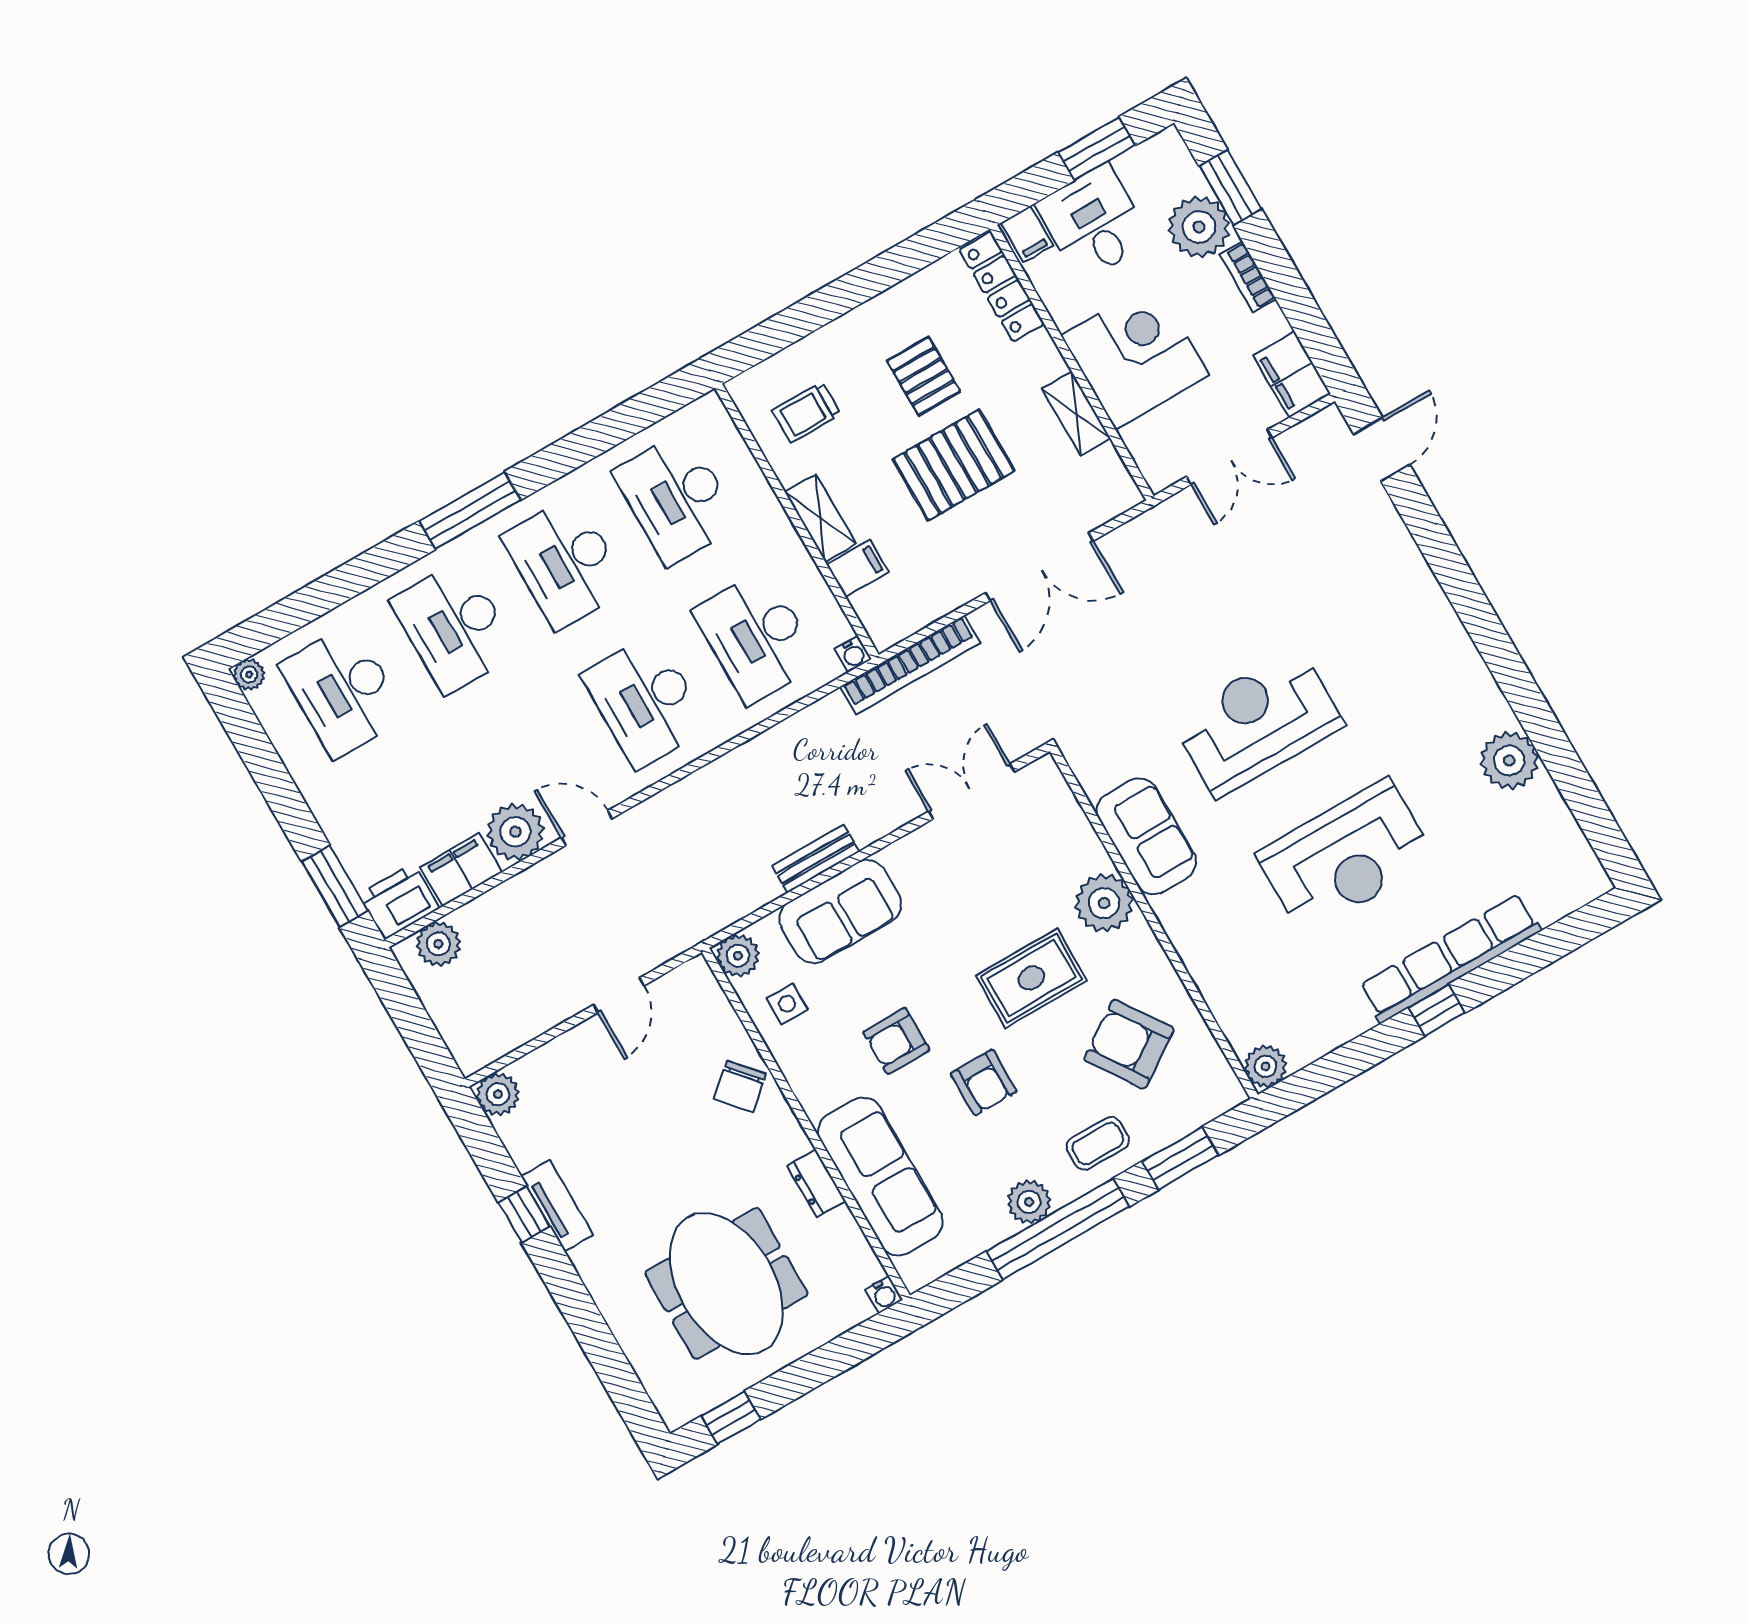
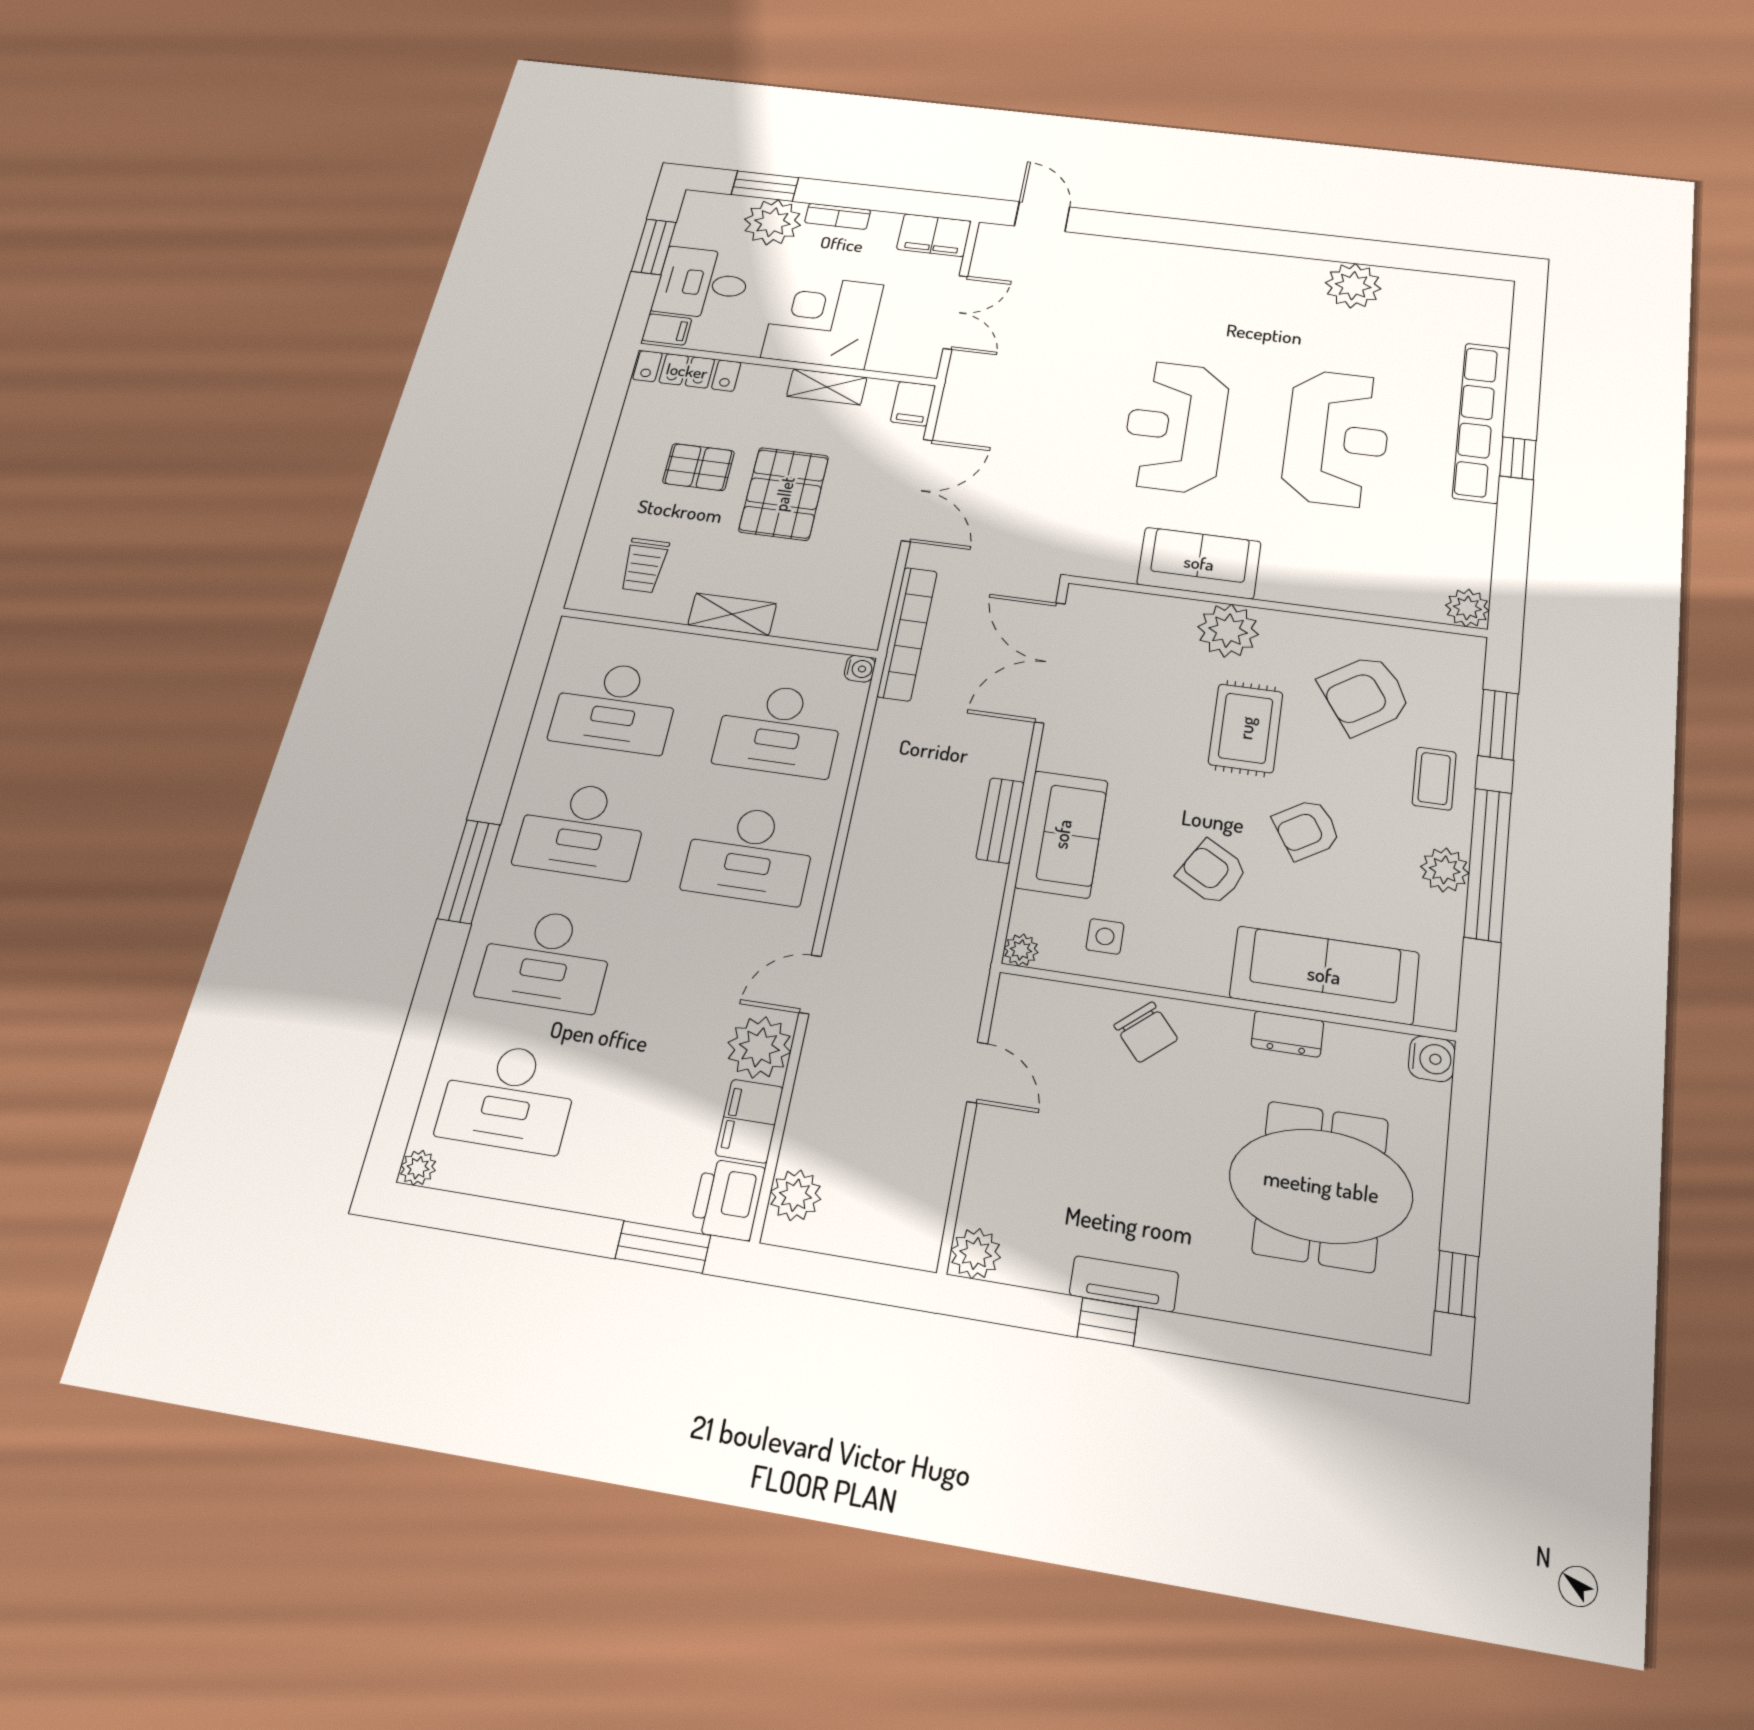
filing cabinet: (858, 568) -> (913, 404), moved, turned 180
double door: (972, 792) -> (1050, 662), width x1.37
plant: (738, 956) -> (1021, 950), width x0.73, depth x0.73
armchair: (896, 1041) -> (1212, 872), turned 120
armchair: (984, 1082) -> (1307, 829), turned 148
water cooler: (884, 1295) -> (1432, 1059), width x1.38, depth x1.38

